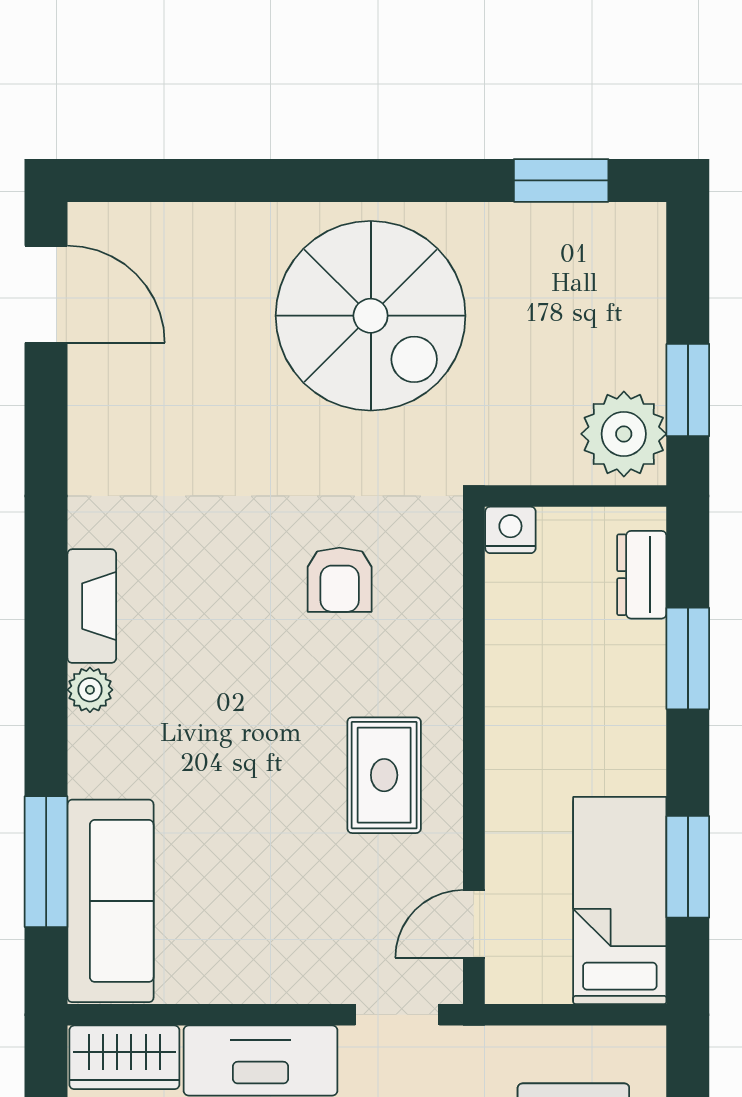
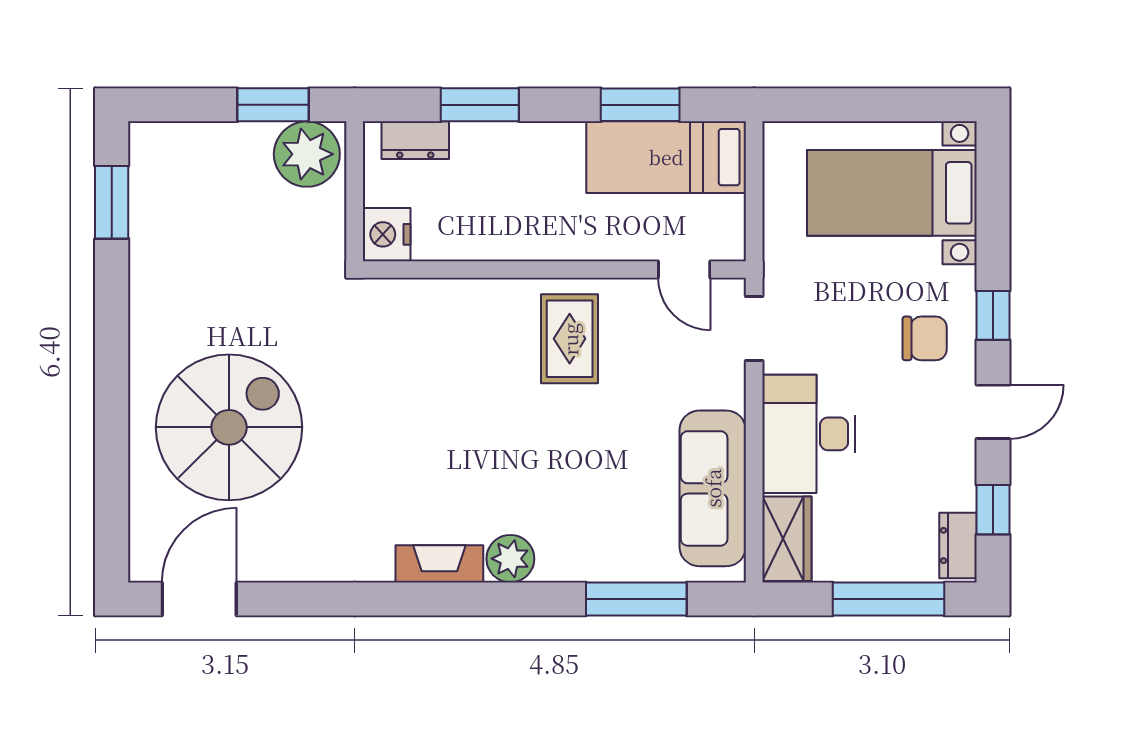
spiral stairs: (371, 316) -> (229, 427), moved
nightstand: (510, 530) -> (387, 234), width x1.36, depth x1.33
armchair: (340, 580) -> (419, 373), removed
plant: (90, 690) -> (510, 559), width x1.38, depth x1.38
rug: (384, 775) -> (570, 339), turned 90
sofa: (111, 901) -> (713, 488), moved, turned -90

